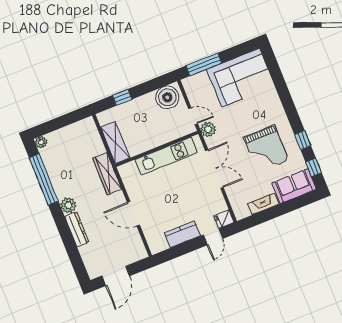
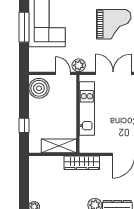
window: (204, 64) -> (24, 27), moved
door: (193, 116) -> (63, 73), hinge flipped

